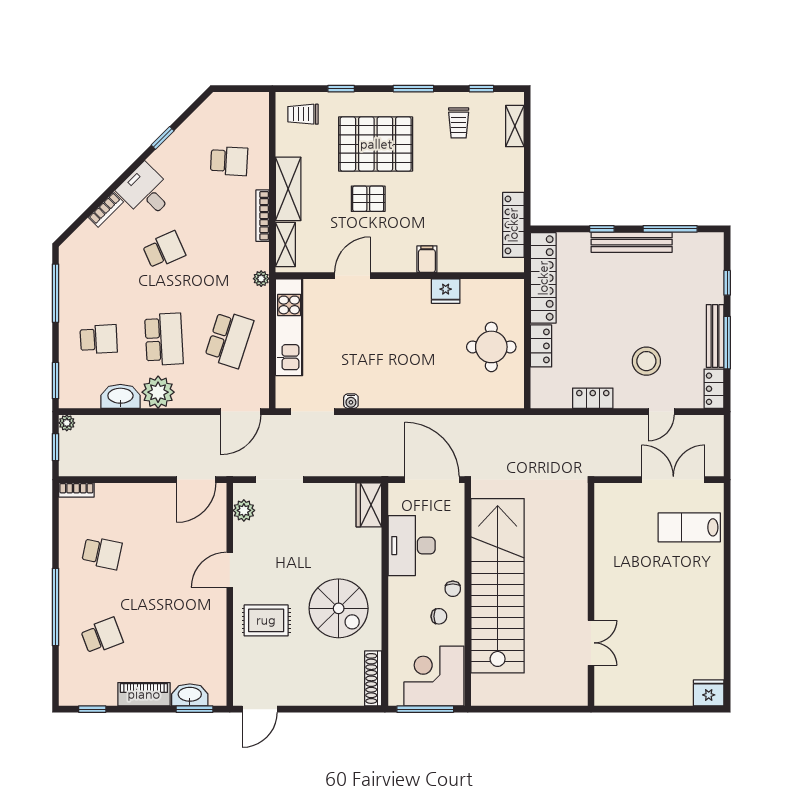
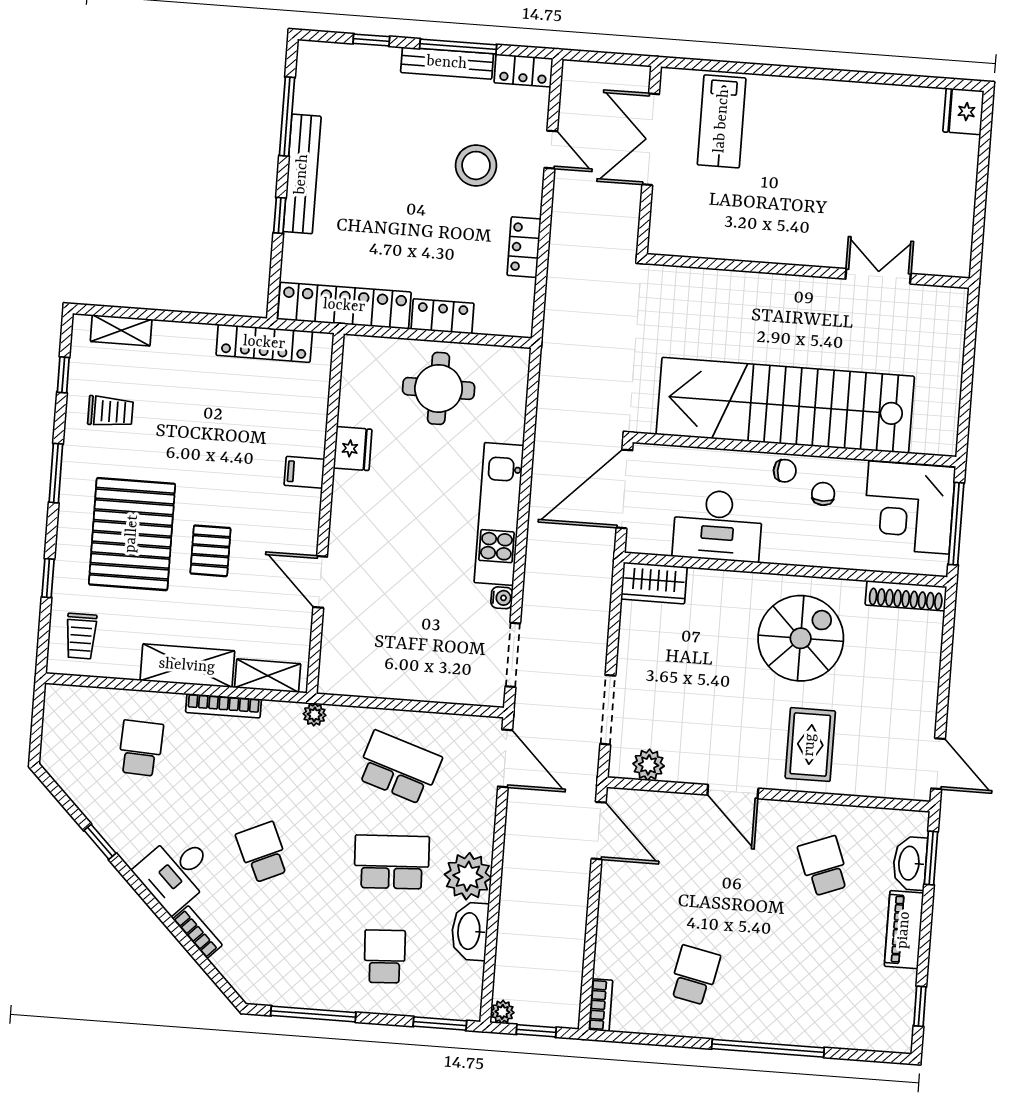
kitchen unit: (289, 327) -> (499, 514), moved, turned -90
school desk: (102, 636) -> (824, 866), moved

